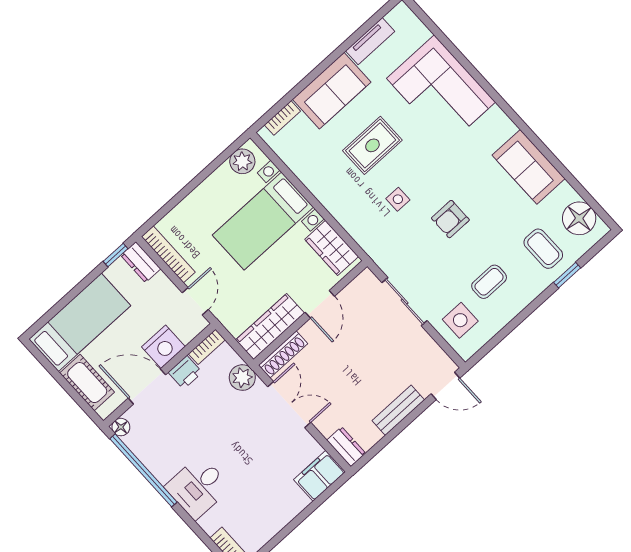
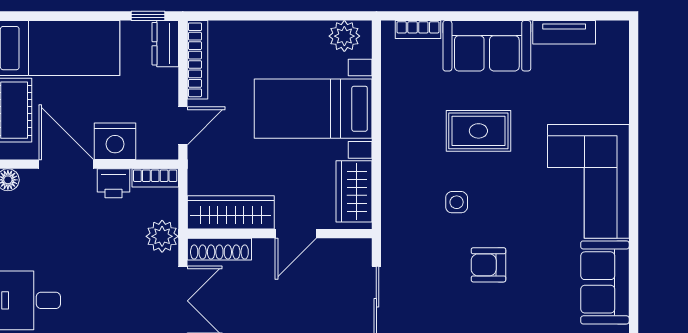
corner sofa: (441, 90) -> (588, 181), moved

